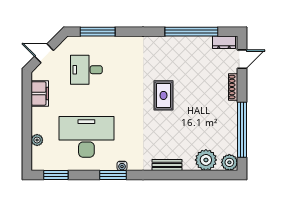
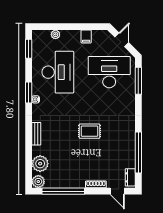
desk: (86, 70) -> (109, 72), width x1.87, depth x1.30
filing cabinet: (40, 93) -> (86, 36), width x0.50

